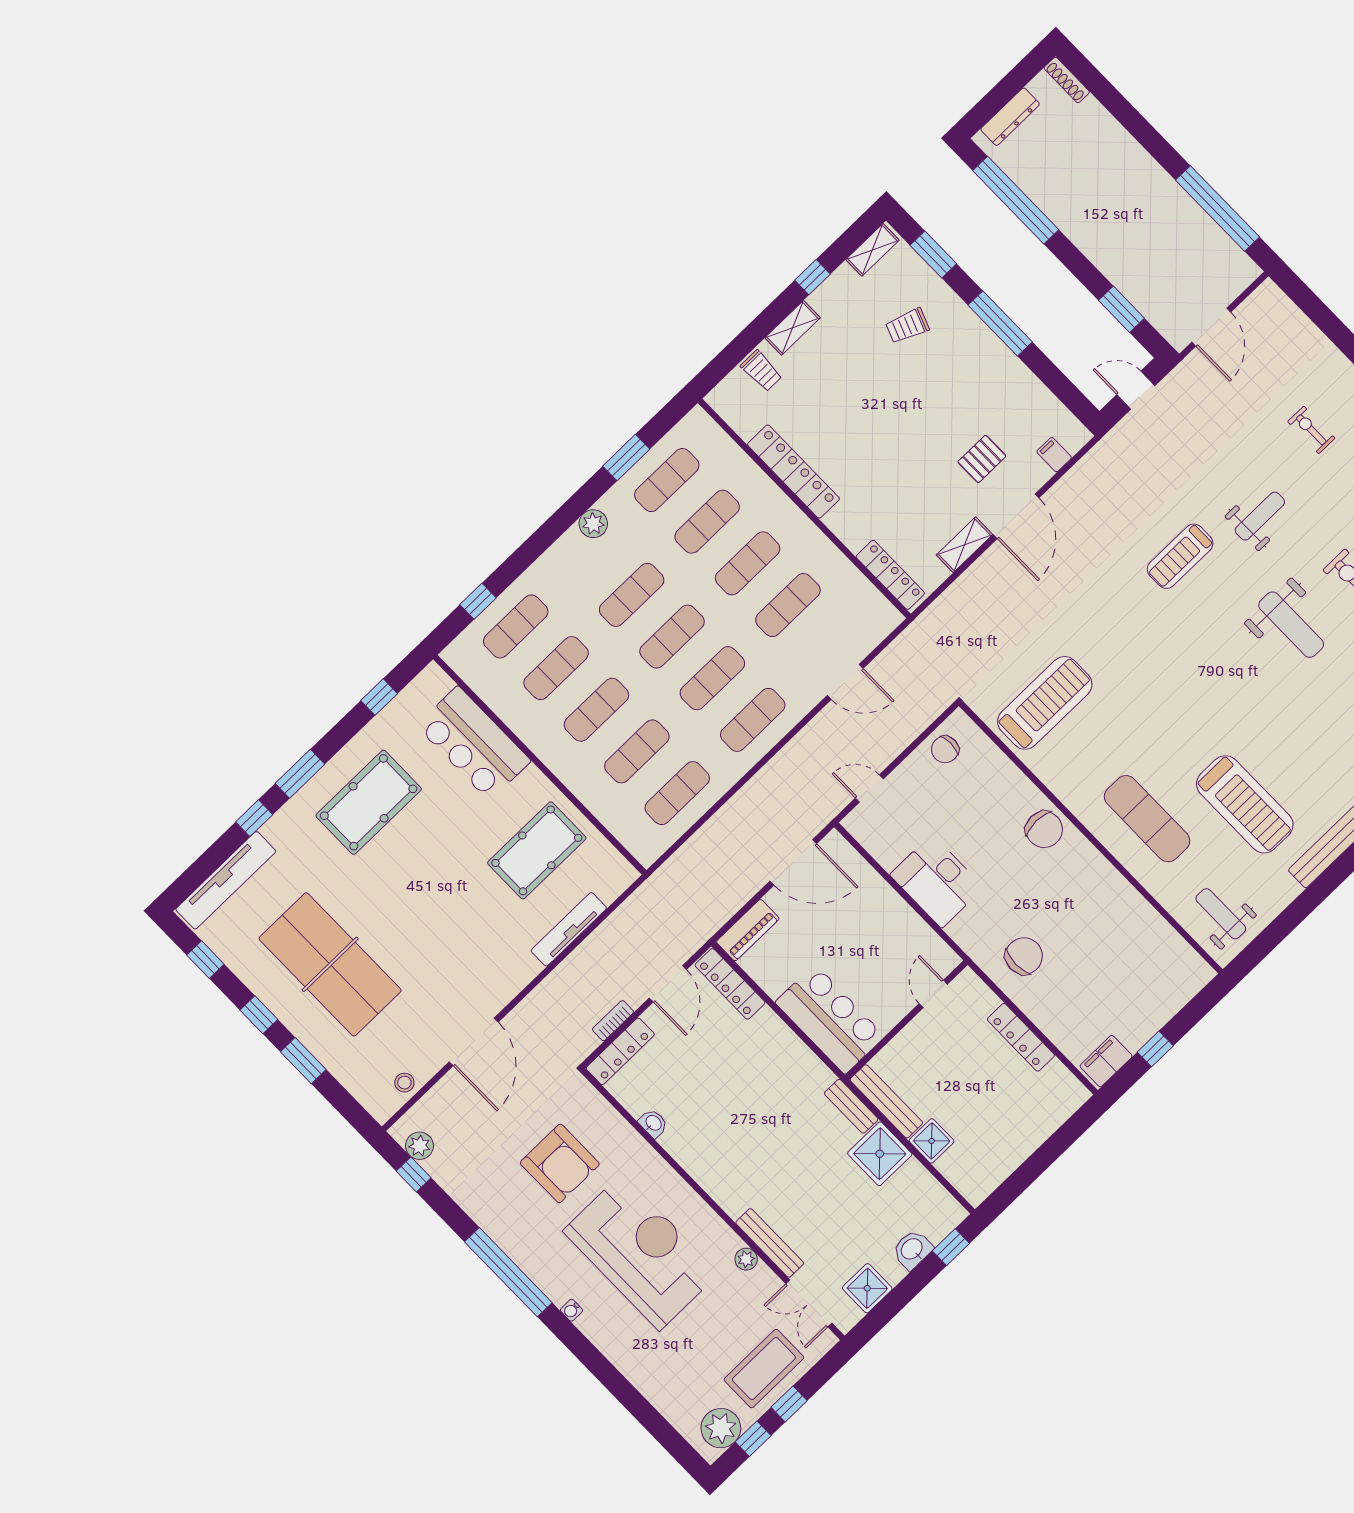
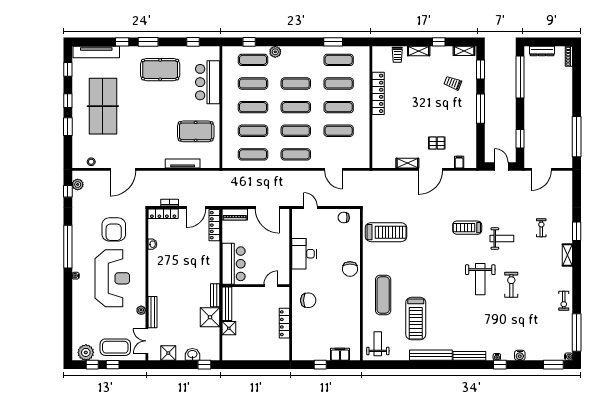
plant: (593, 524) -> (275, 52), moved
locker: (890, 575) -> (377, 151), removed
filing cabinet: (1106, 1061) -> (340, 354), moved

